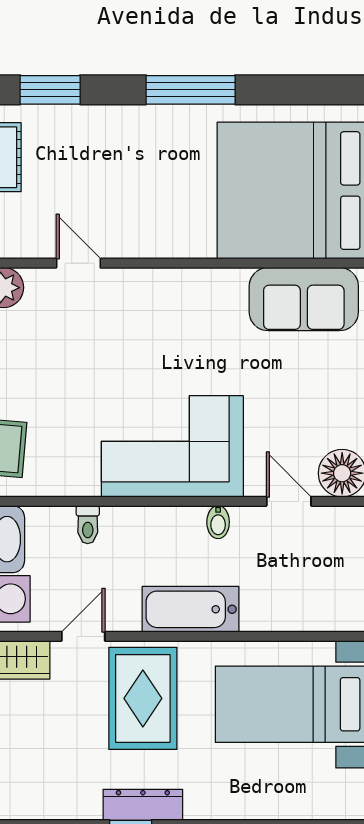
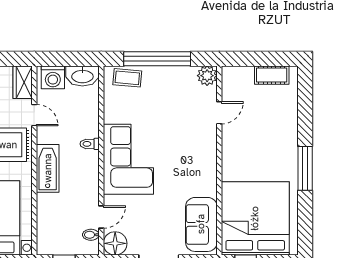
window: (50, 90) -> (305, 99), removed
bidet: (218, 522) -> (91, 235), moved
toilet: (88, 525) -> (90, 144), moved

